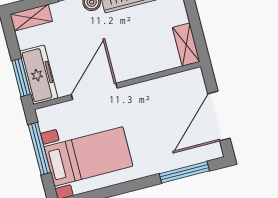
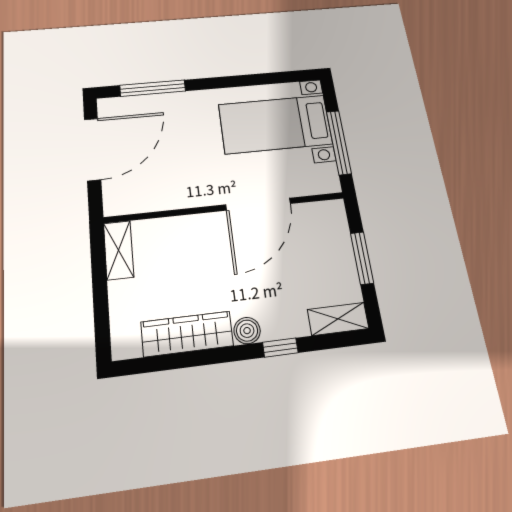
freezer: (39, 75) -> (333, 237), removed
window: (21, 78) -> (362, 258), moved

